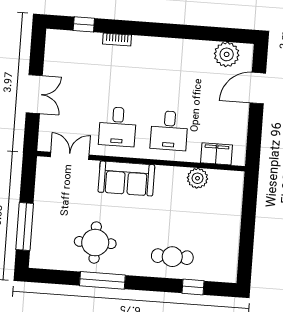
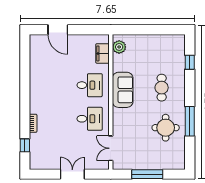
plant: (227, 54) -> (38, 52), removed
sofa: (126, 178) -> (123, 90), moved
plant: (197, 178) -> (119, 47), moved
window: (25, 226) -> (147, 174), moved
cafe table: (172, 257) -> (162, 88), moved

